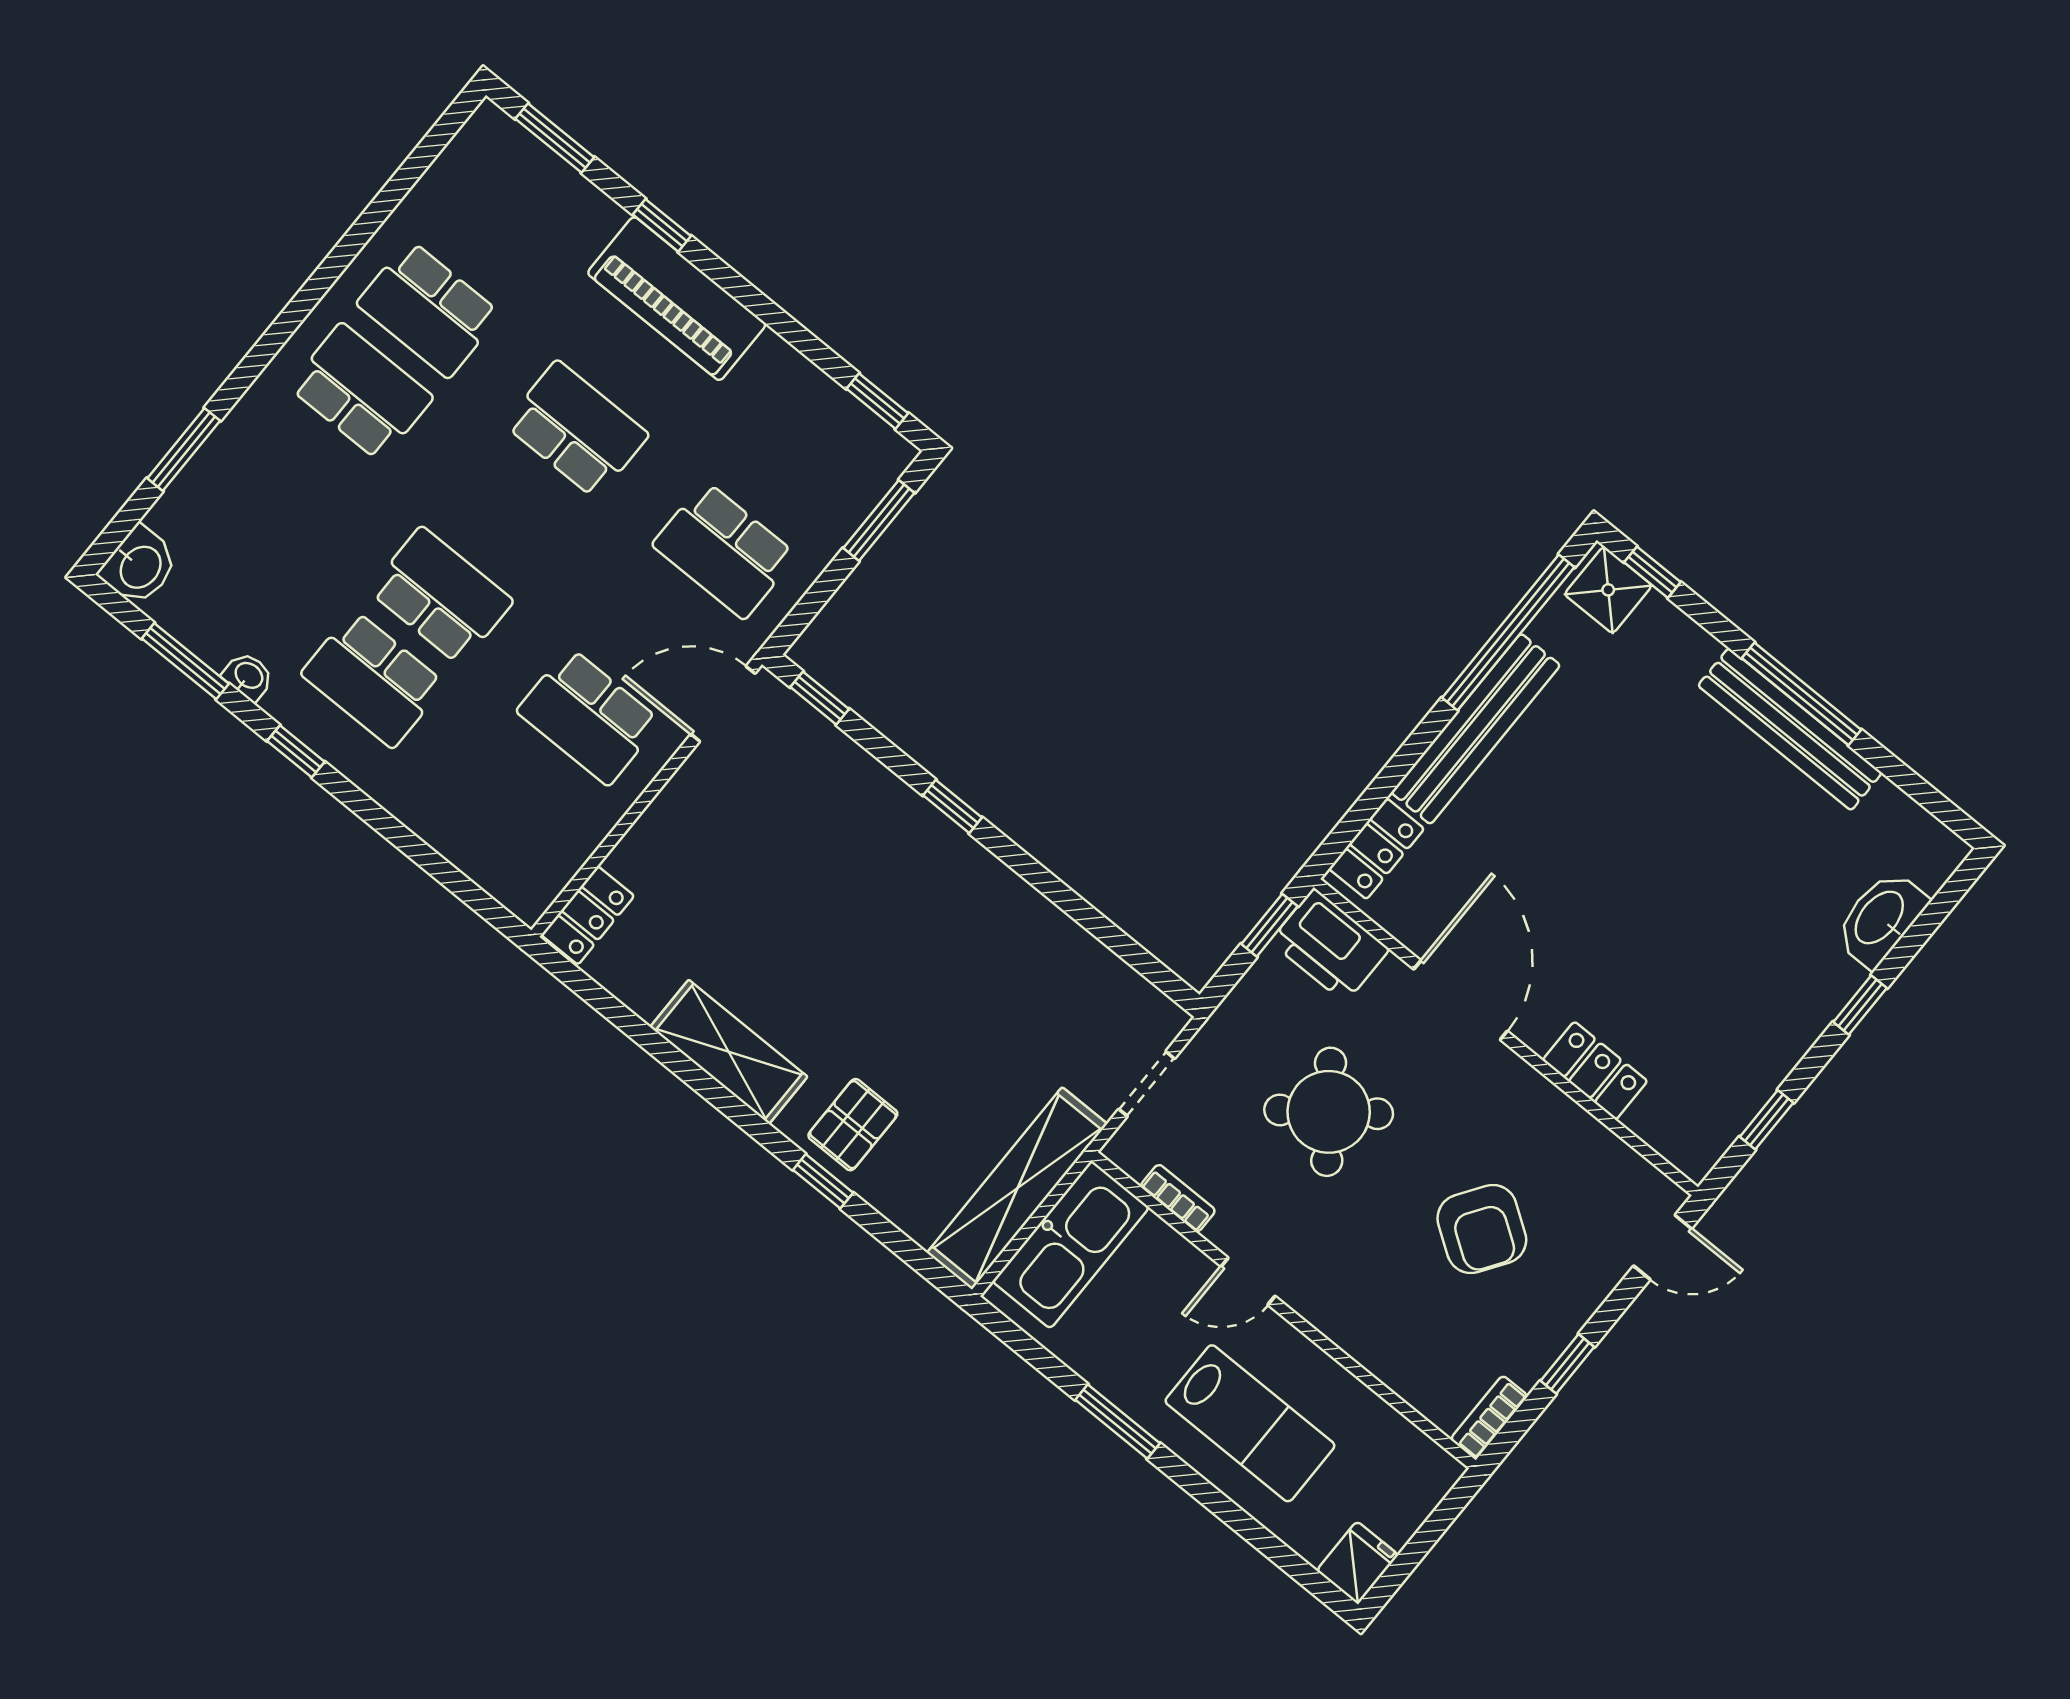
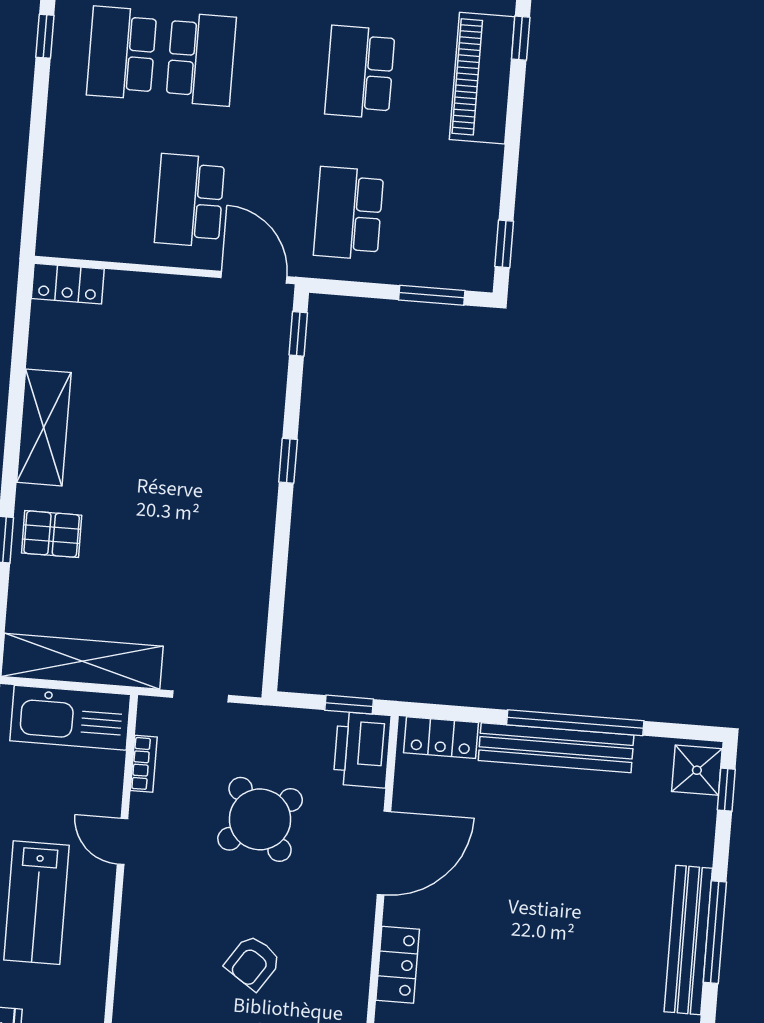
school desk: (577, 430) -> (360, 72), turned 180
window: (1508, 632) -> (575, 723), moved
armchair: (1482, 1229) -> (253, 962), width x0.72, depth x0.72

